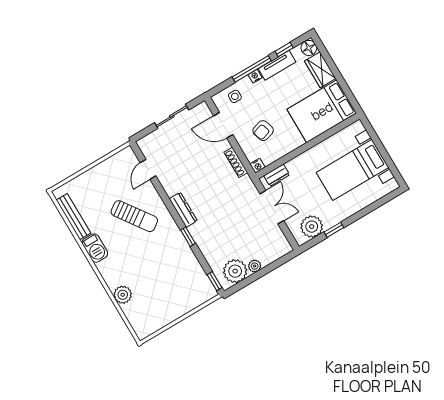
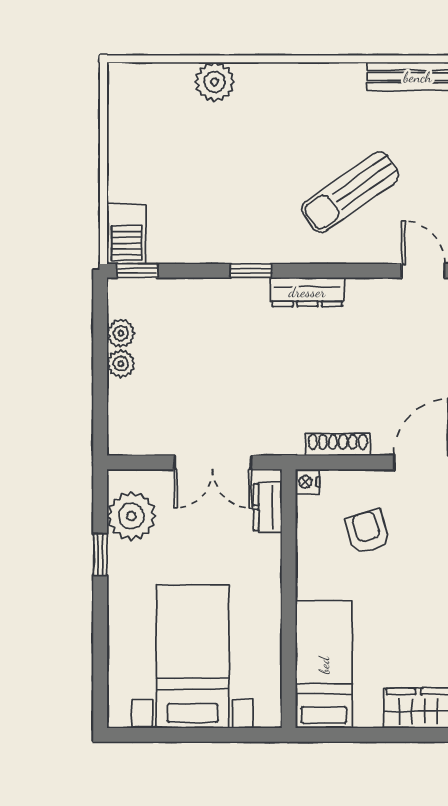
bed: (322, 111) -> (324, 665), width x0.67
barbecue: (95, 248) -> (126, 234), moved, turned -90
plant: (235, 271) -> (121, 333), width x0.53, depth x0.53

